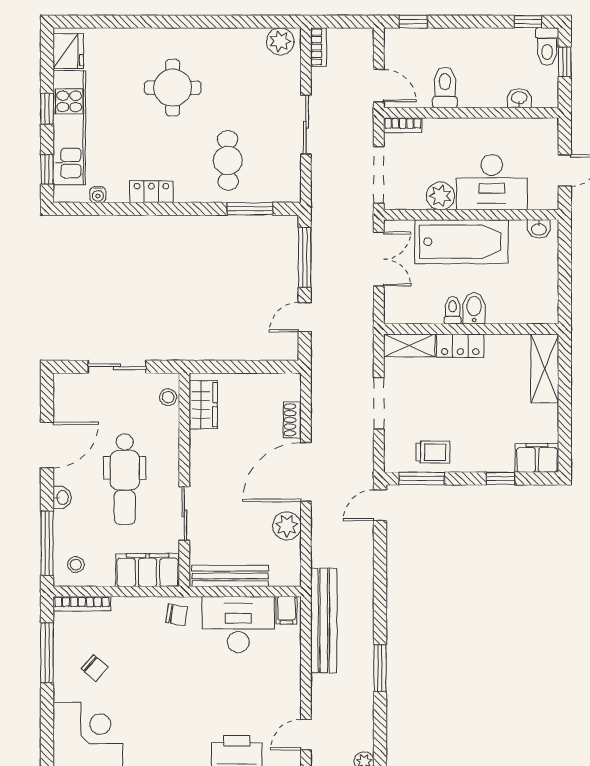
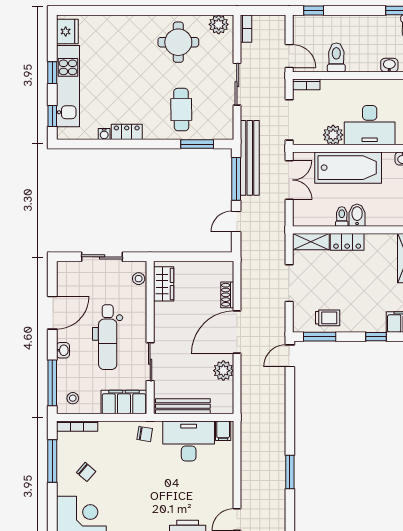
round table: (173, 88) -> (178, 42), moved
water cooler: (98, 195) -> (104, 134), moved
bench: (324, 620) -> (250, 158), moved

